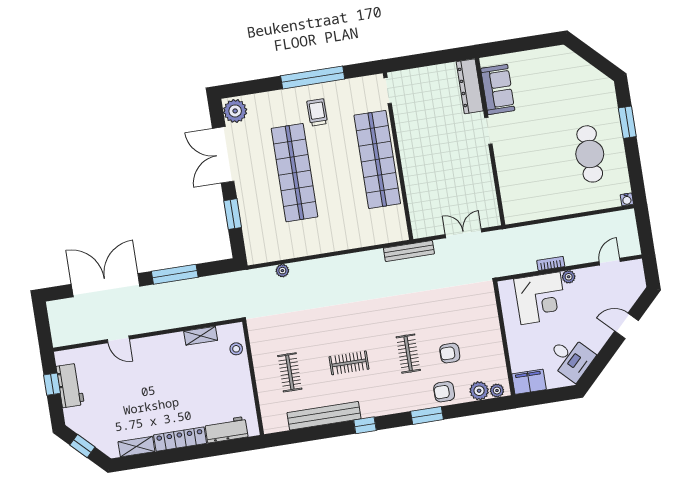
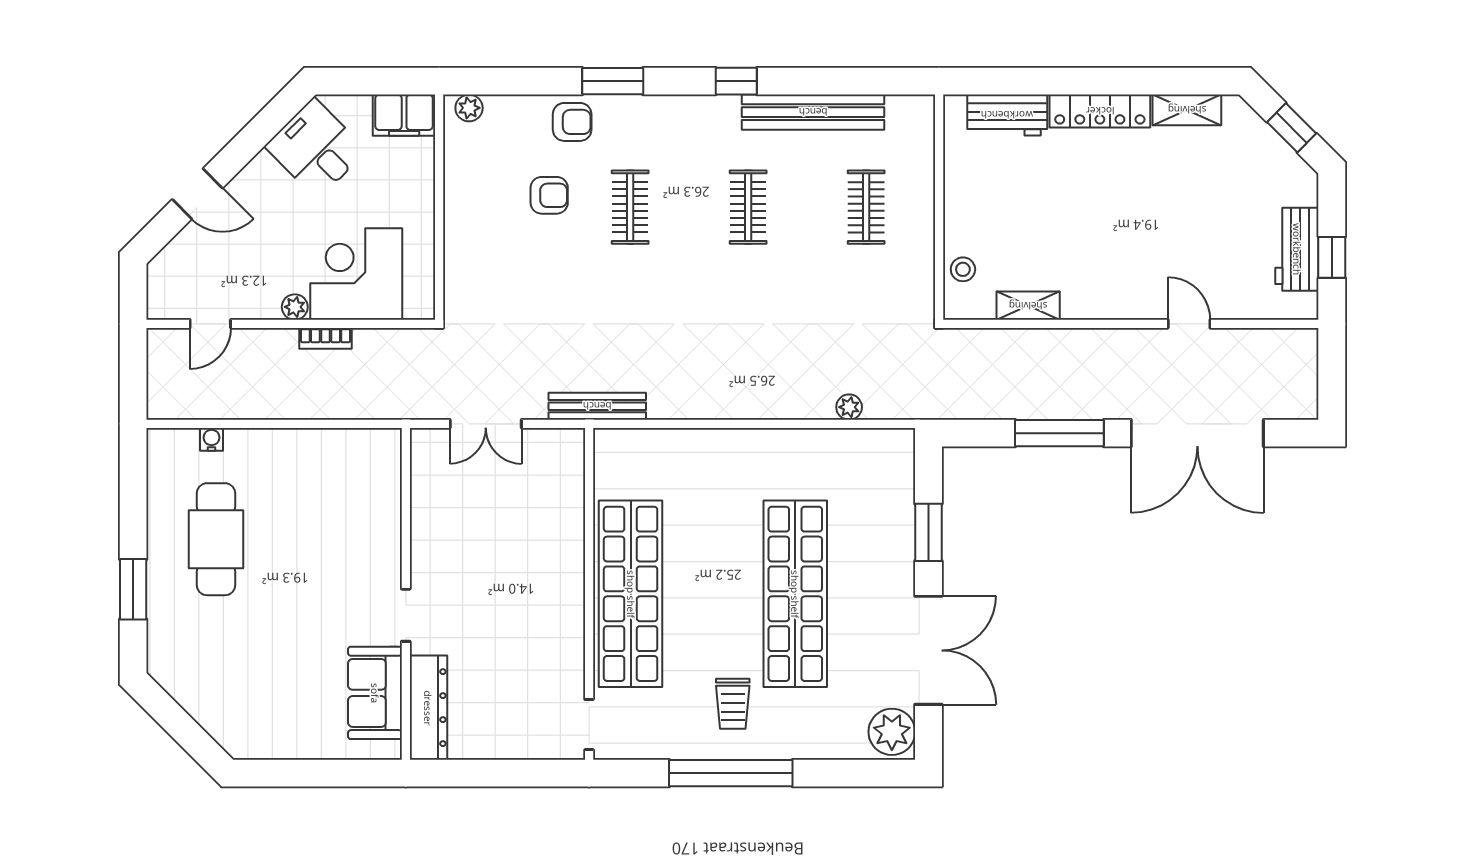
water cooler: (627, 199) -> (211, 439), moved
clothes rail: (349, 363) -> (748, 207), turned 90
plant: (479, 391) -> (504, 113), removed

